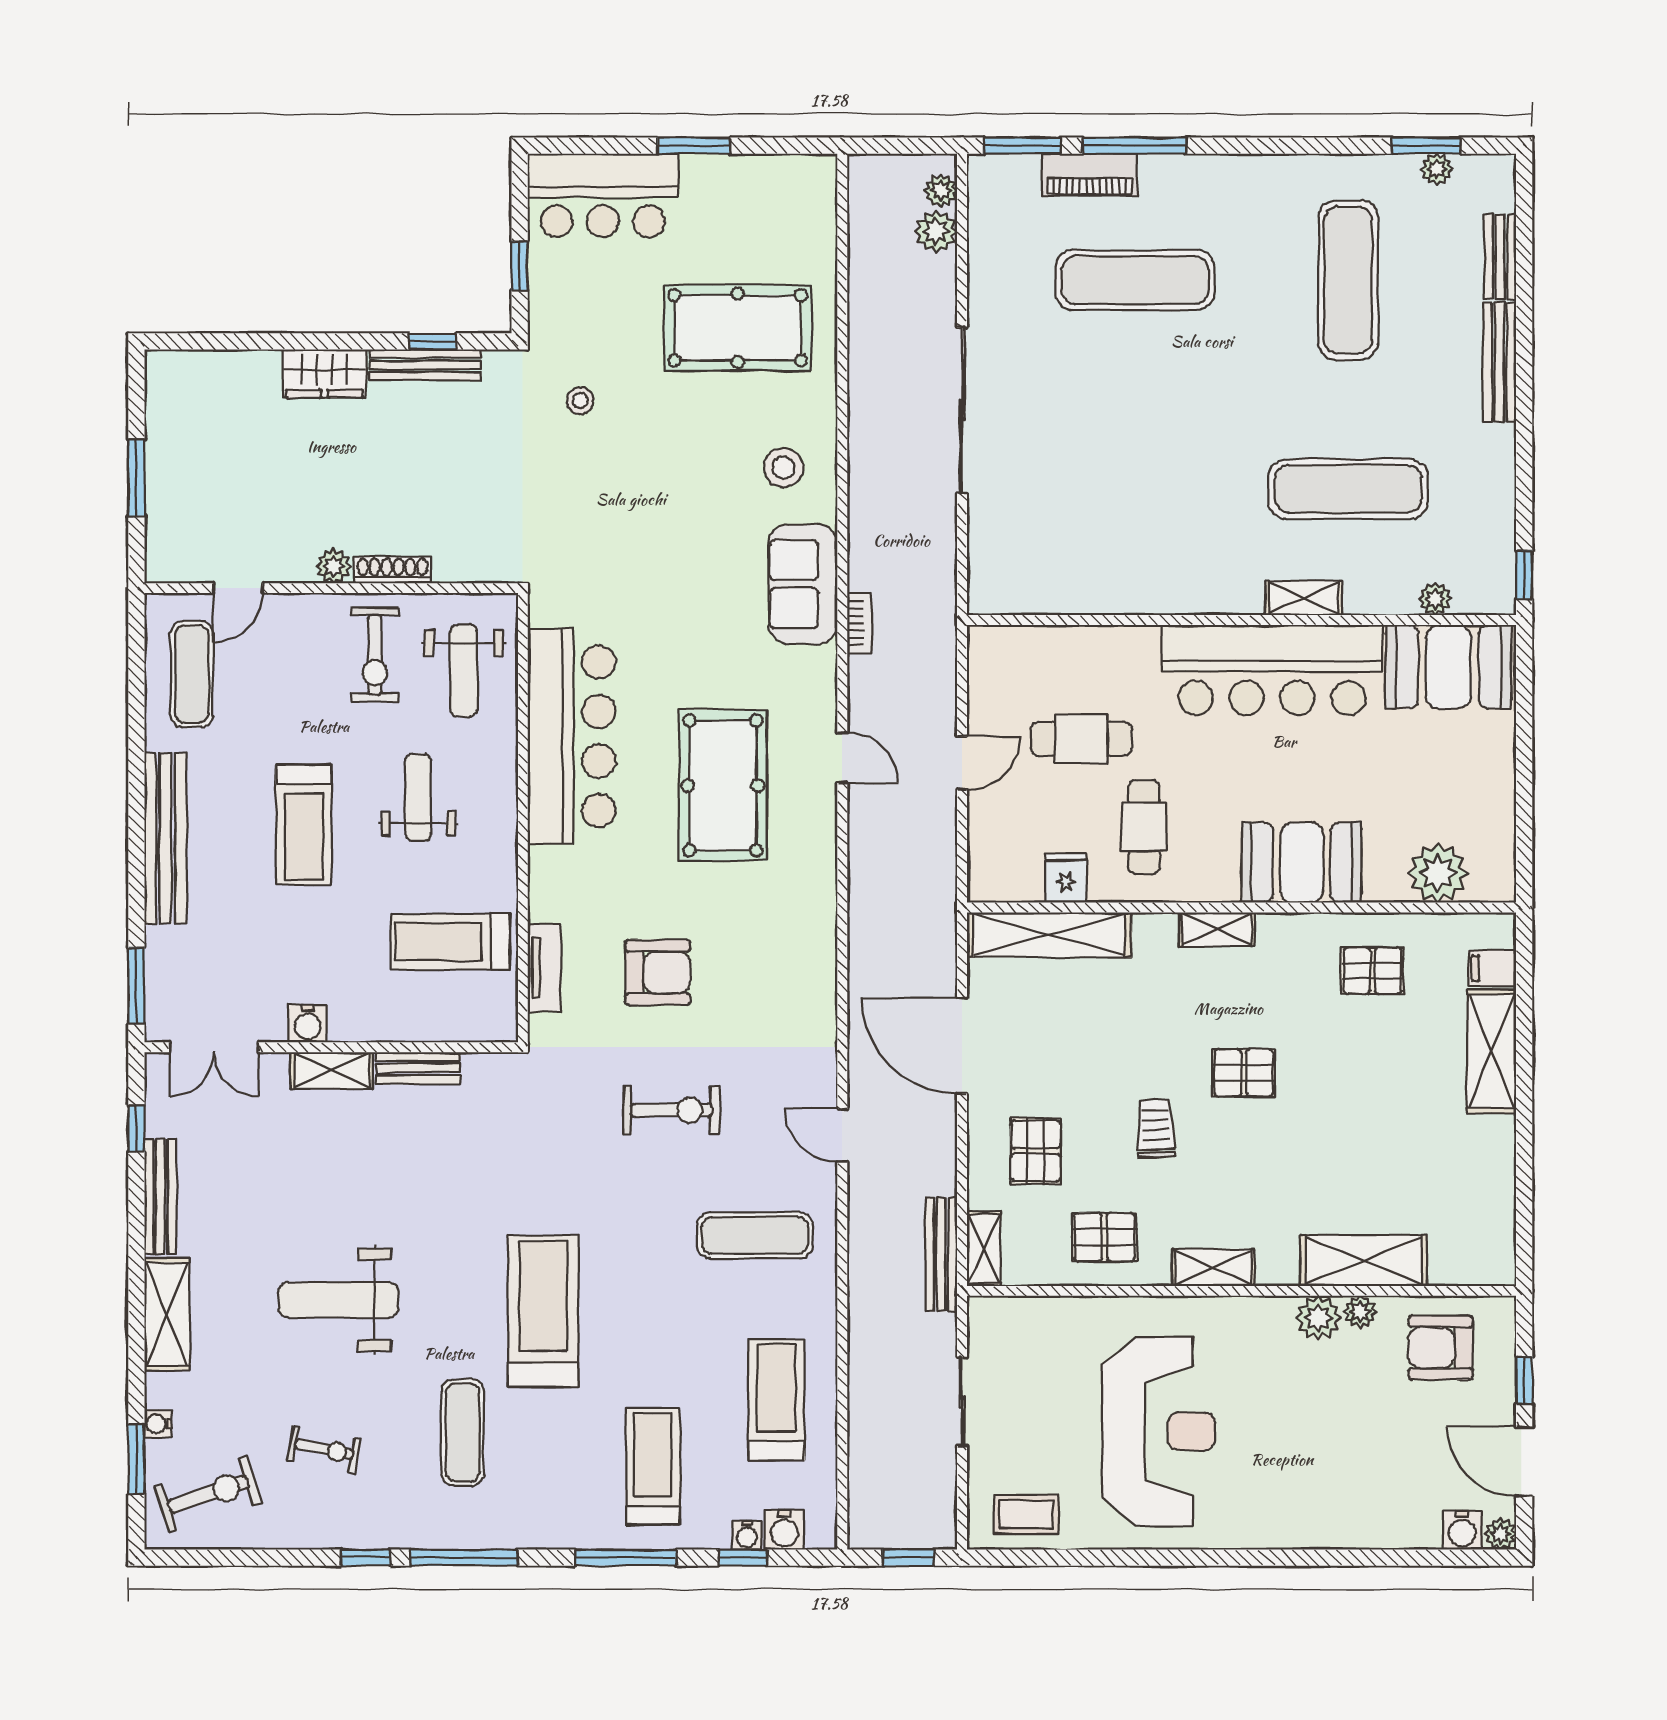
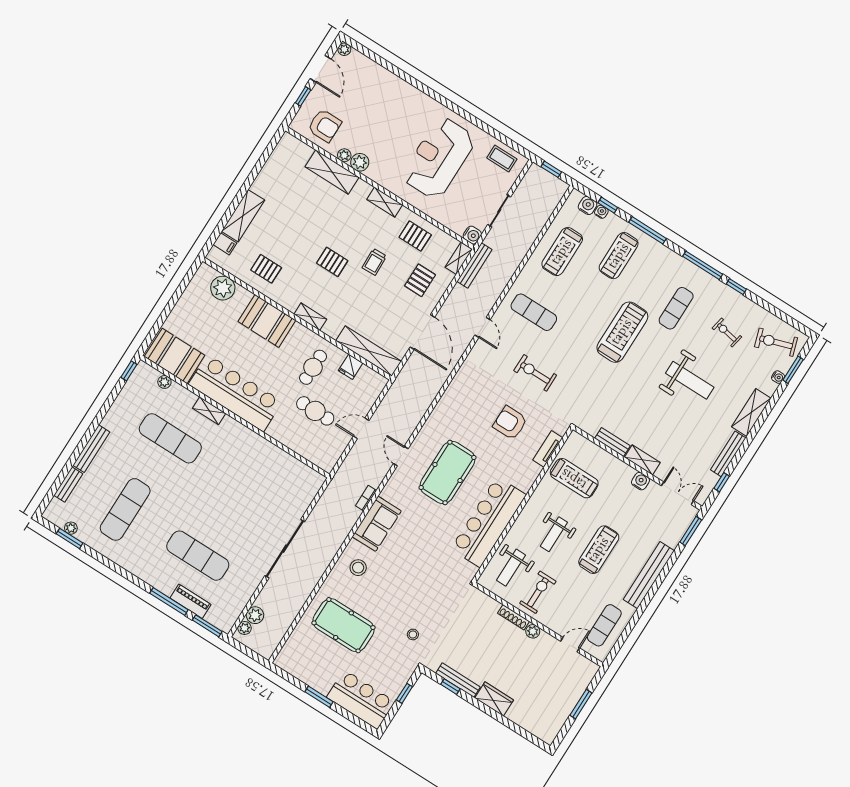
weight bench: (464, 671) -> (511, 568), turned 180
treadmill: (543, 1311) -> (622, 332), turned 180
water cooler: (1462, 1530) -> (472, 235), moved, turned 90

